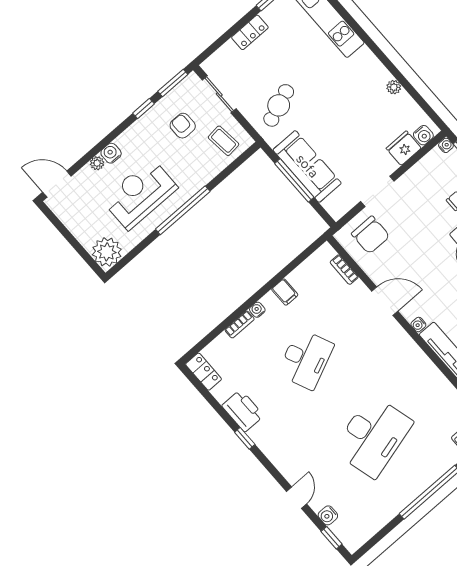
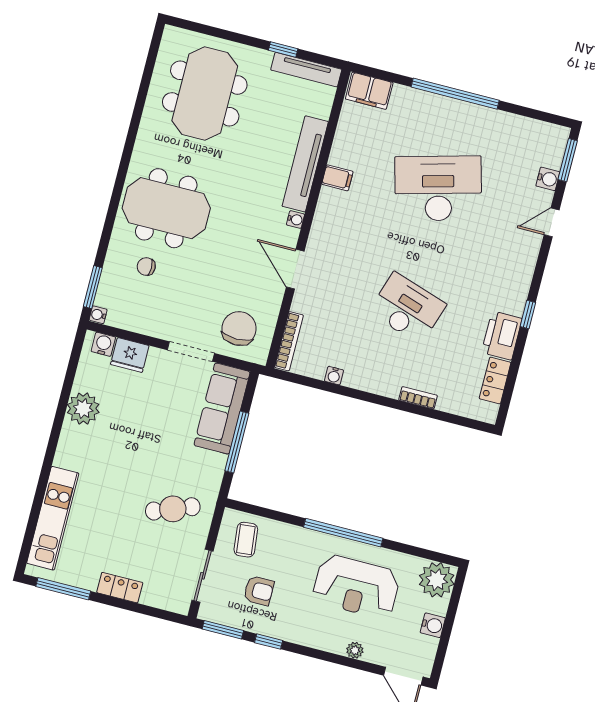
plant: (394, 87) -> (83, 409), width x1.87, depth x1.87
armchair: (183, 126) -> (259, 591), turned -90
water cooler: (111, 153) -> (433, 625), moved, turned -90
sofa: (307, 166) -> (222, 409), moved
bookcase: (344, 270) -> (289, 341), width x1.56
filing cabinet: (285, 292) -> (337, 178), moved, turned 90
water cooler: (257, 310) -> (334, 376), moved
desk: (306, 359) -> (407, 308), turned 42
locker: (204, 372) -> (495, 381), moved
window: (331, 538) -> (568, 160), width x1.50

